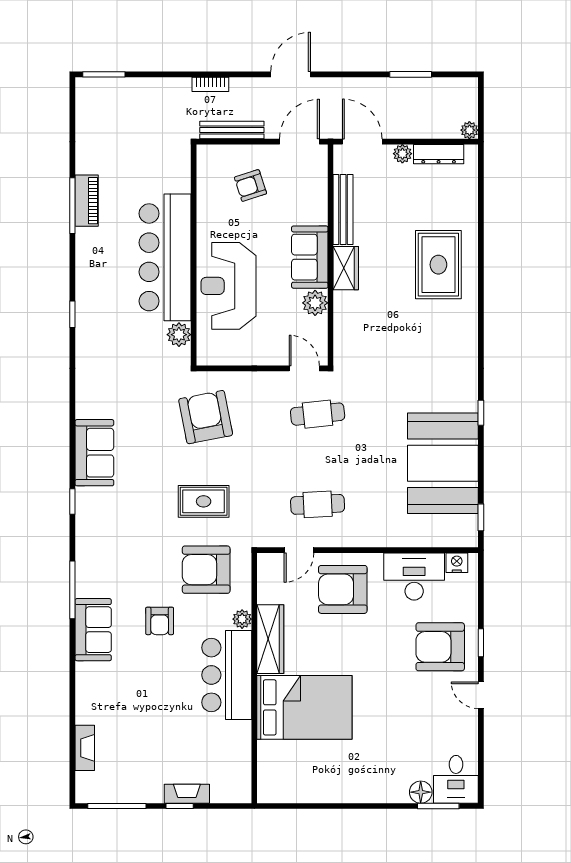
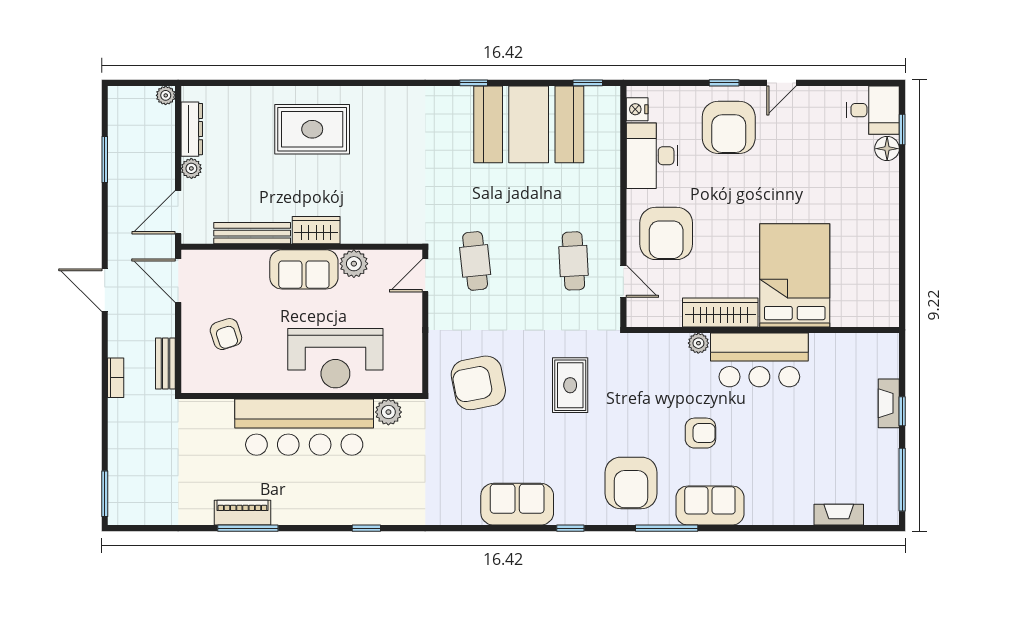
bench: (232, 130) -> (165, 364), width x0.73
armchair: (206, 570) -> (631, 483), moved
window: (438, 806) -> (902, 130), width x0.67

